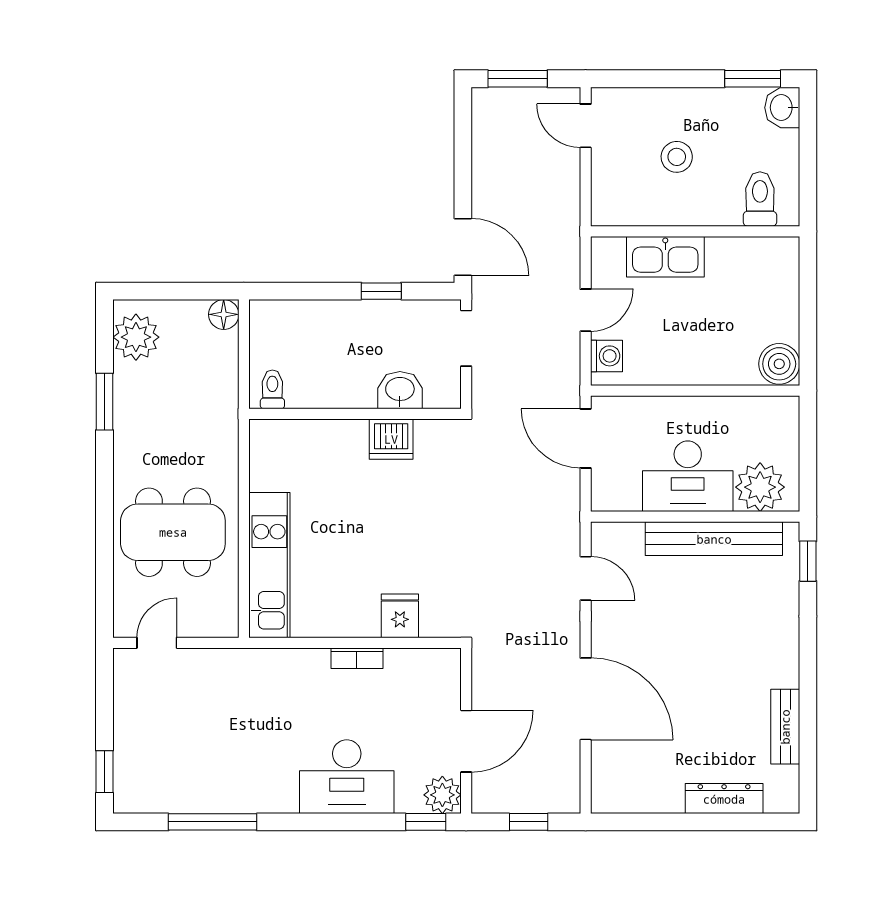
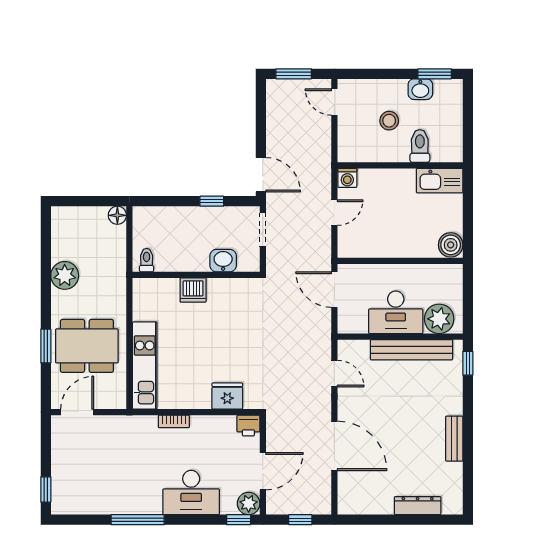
washbasin: (782, 108) -> (420, 89), moved, turned -90
toilet: (760, 199) -> (420, 146), moved
kitchen sink: (665, 257) -> (440, 181), moved
plant: (136, 337) -> (65, 275), moved
washing machine: (606, 356) -> (347, 178), moved, turned 90
window: (104, 402) -> (46, 346), moved
dishwasher: (391, 439) -> (193, 290), moved
fridge: (400, 616) -> (227, 396), width x1.38
door: (157, 643) -> (77, 412), width x1.38
bookcase: (357, 658) -> (174, 421), moved
printer: (442, 665) -> (248, 426), added
bench: (785, 727) -> (454, 439), moved
window: (213, 822) -> (138, 520), moved

